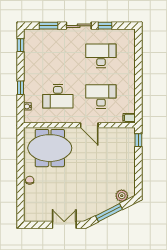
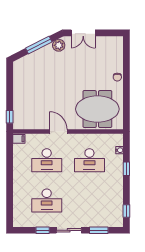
desk: (58, 96) -> (89, 160), turned 180
plant: (122, 196) -> (59, 45), moved

